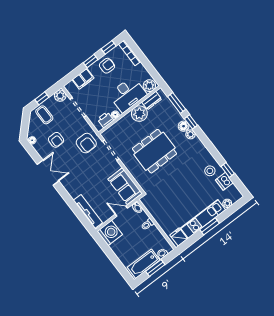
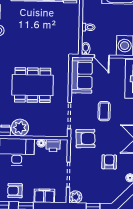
coffee table: (44, 115) -> (104, 111), moved
armchair: (86, 143) -> (85, 139), turned 88

